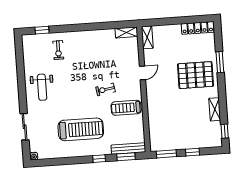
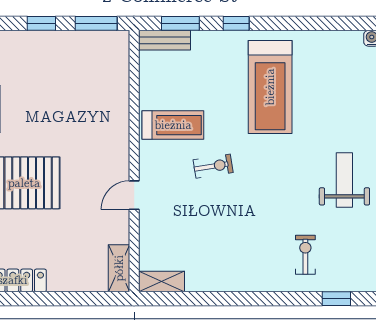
treadmill: (81, 129) -> (270, 87), turned -90
bench: (128, 149) -> (165, 40), width x0.73

